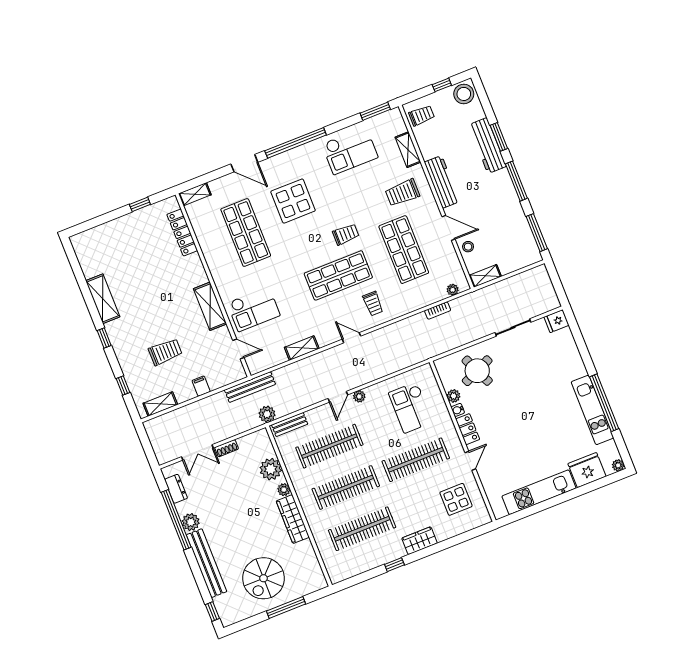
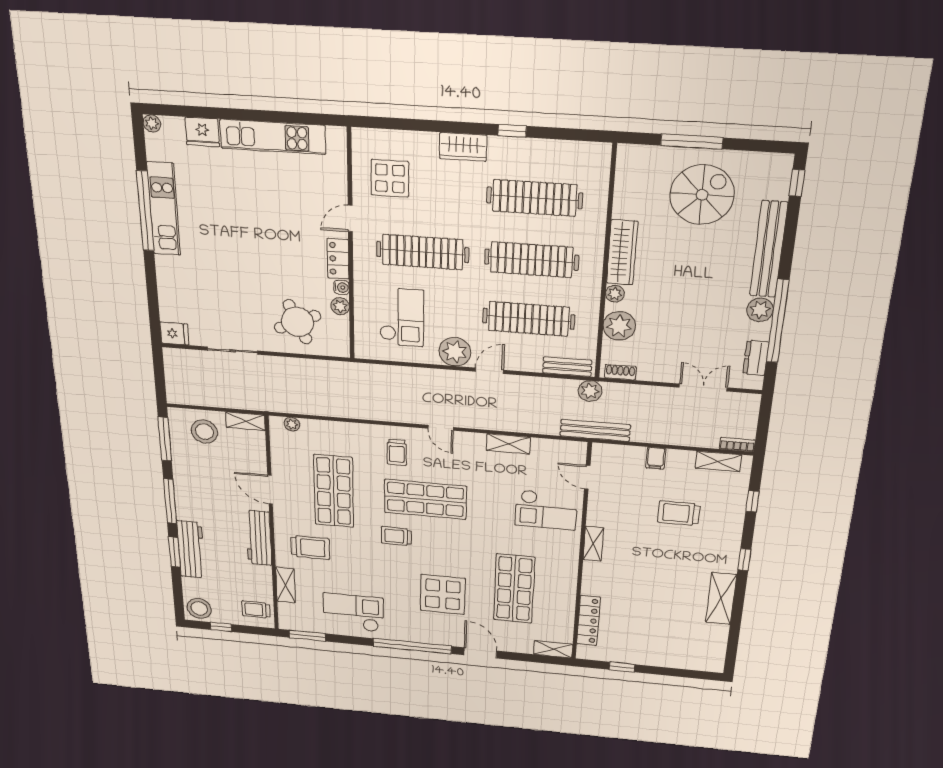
stool: (468, 247) -> (204, 432), moved, width x1.89, depth x1.89
trolley: (373, 304) -> (397, 452), turned 180
shelving: (210, 306) -> (593, 544), width x0.67, depth x0.75
checkout: (254, 309) -> (546, 510), turned 180
bookcase: (438, 311) -> (737, 444), moved
plant: (359, 396) -> (455, 352), width x1.88, depth x1.88
shoe rack: (227, 448) -> (620, 372), moved
fridge: (587, 470) -> (202, 132), width x0.73, depth x0.75

